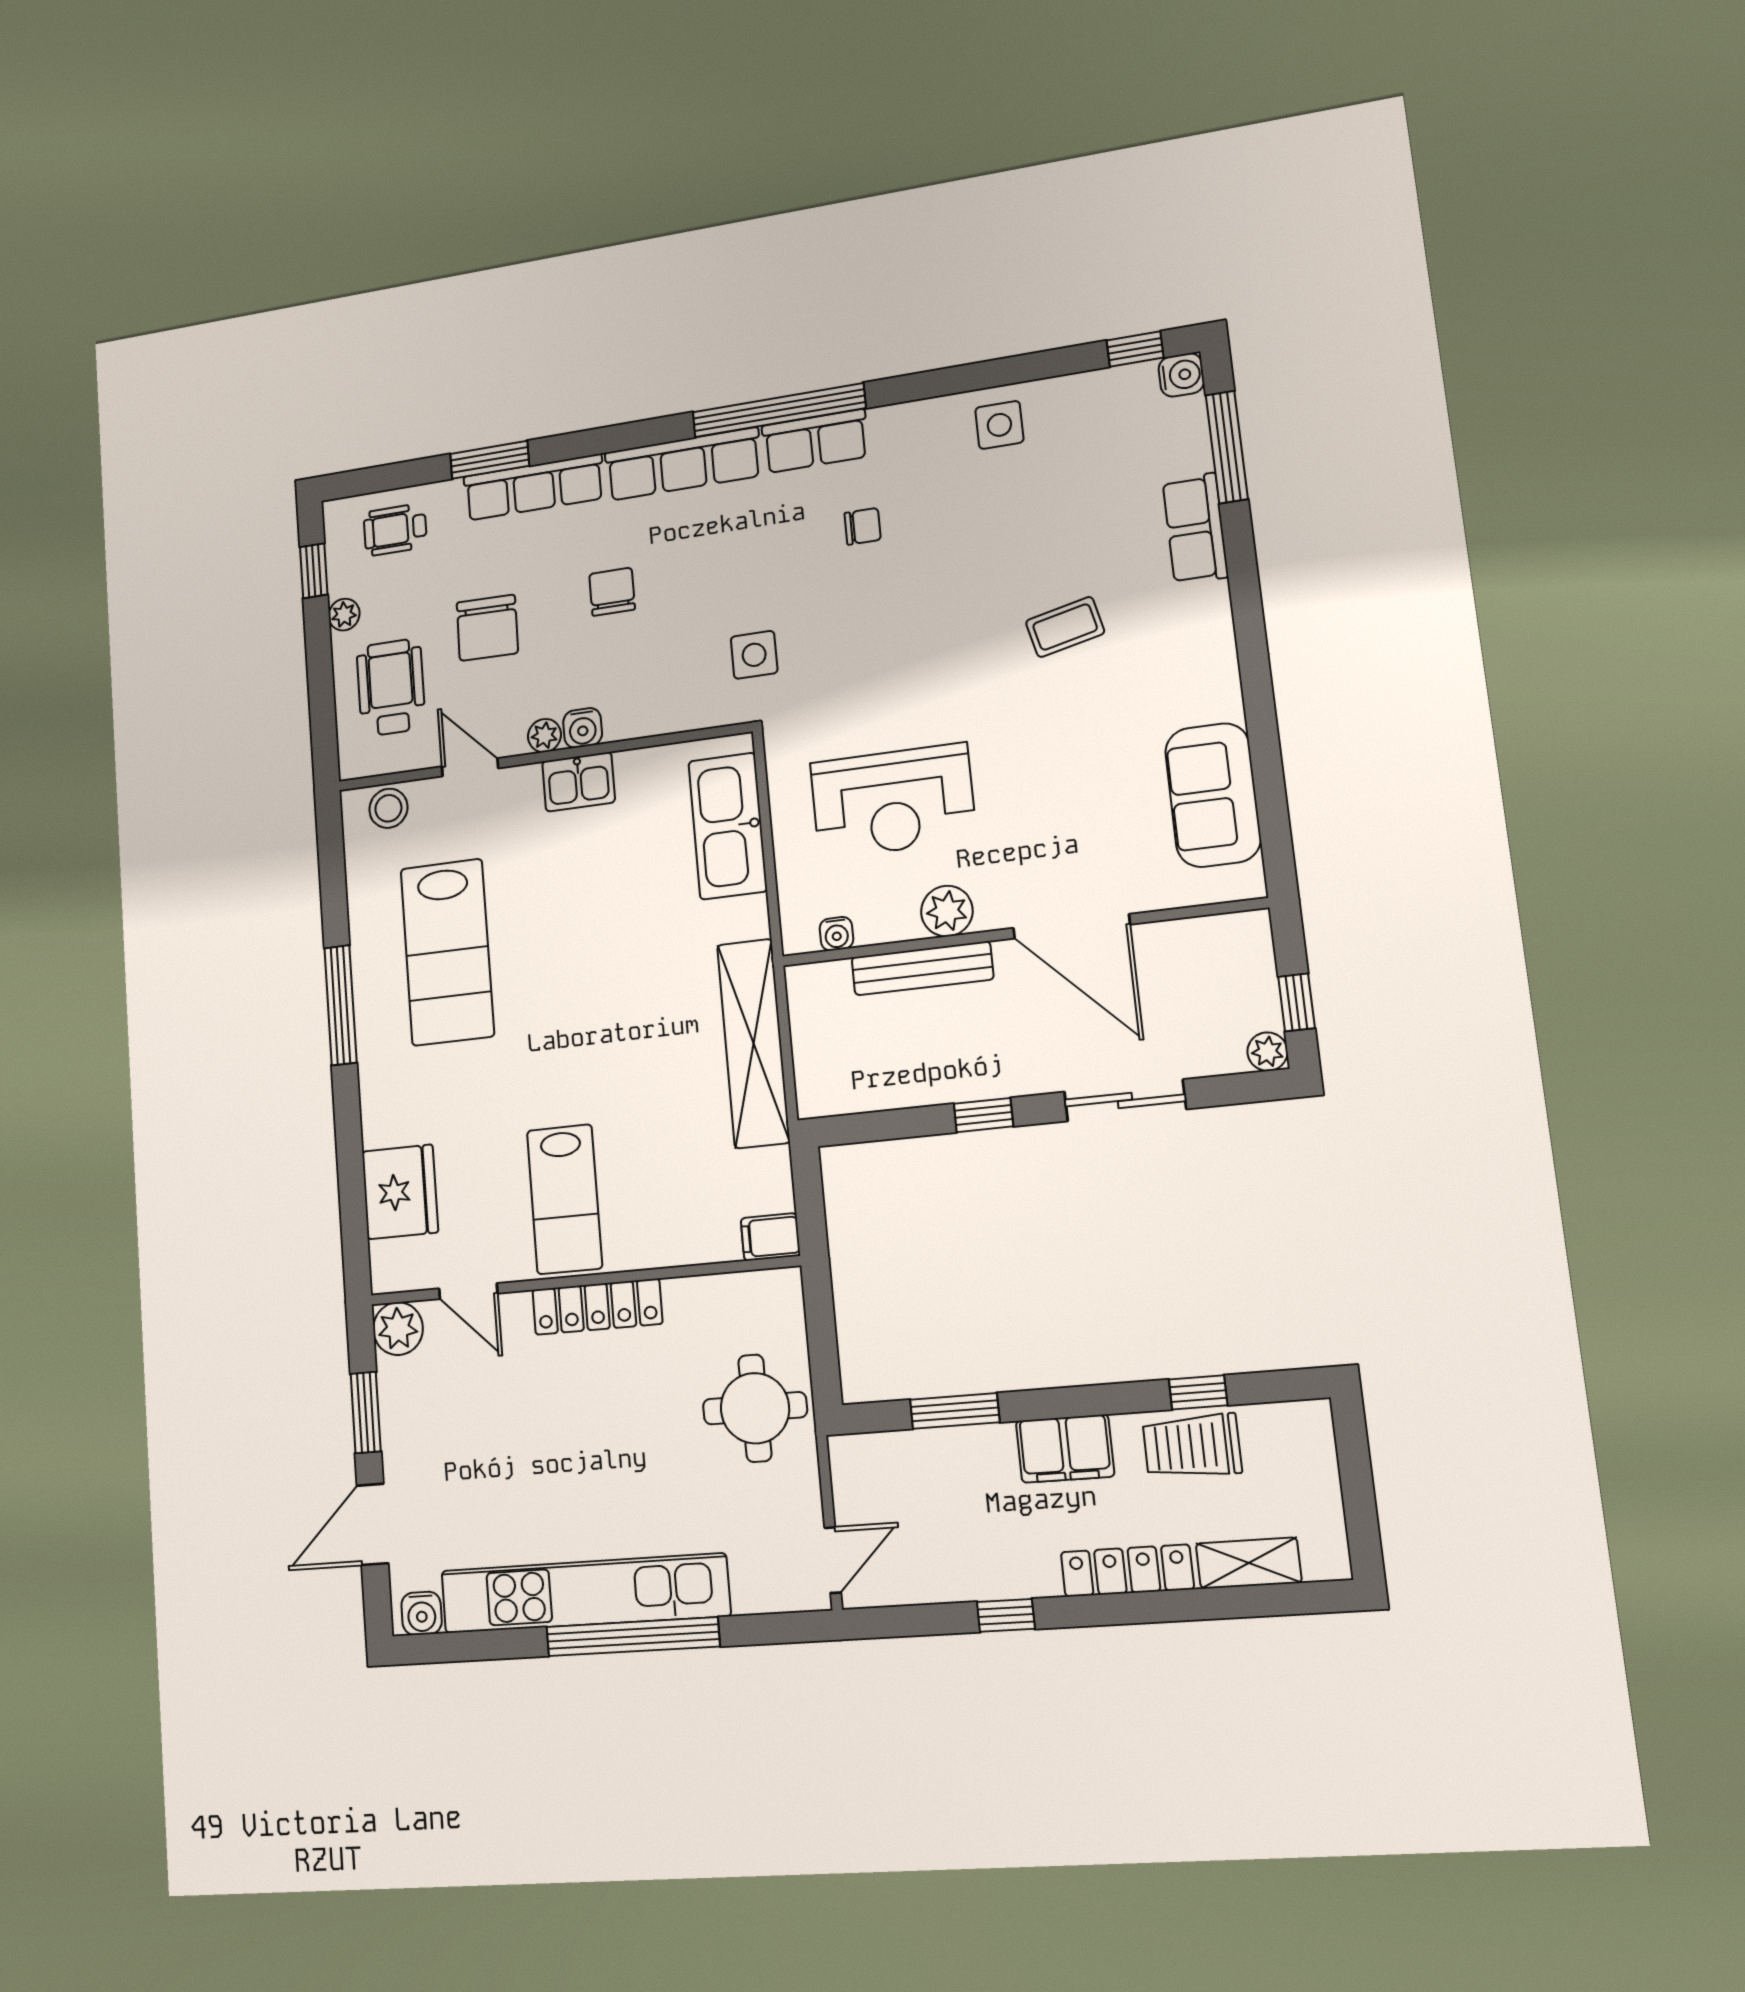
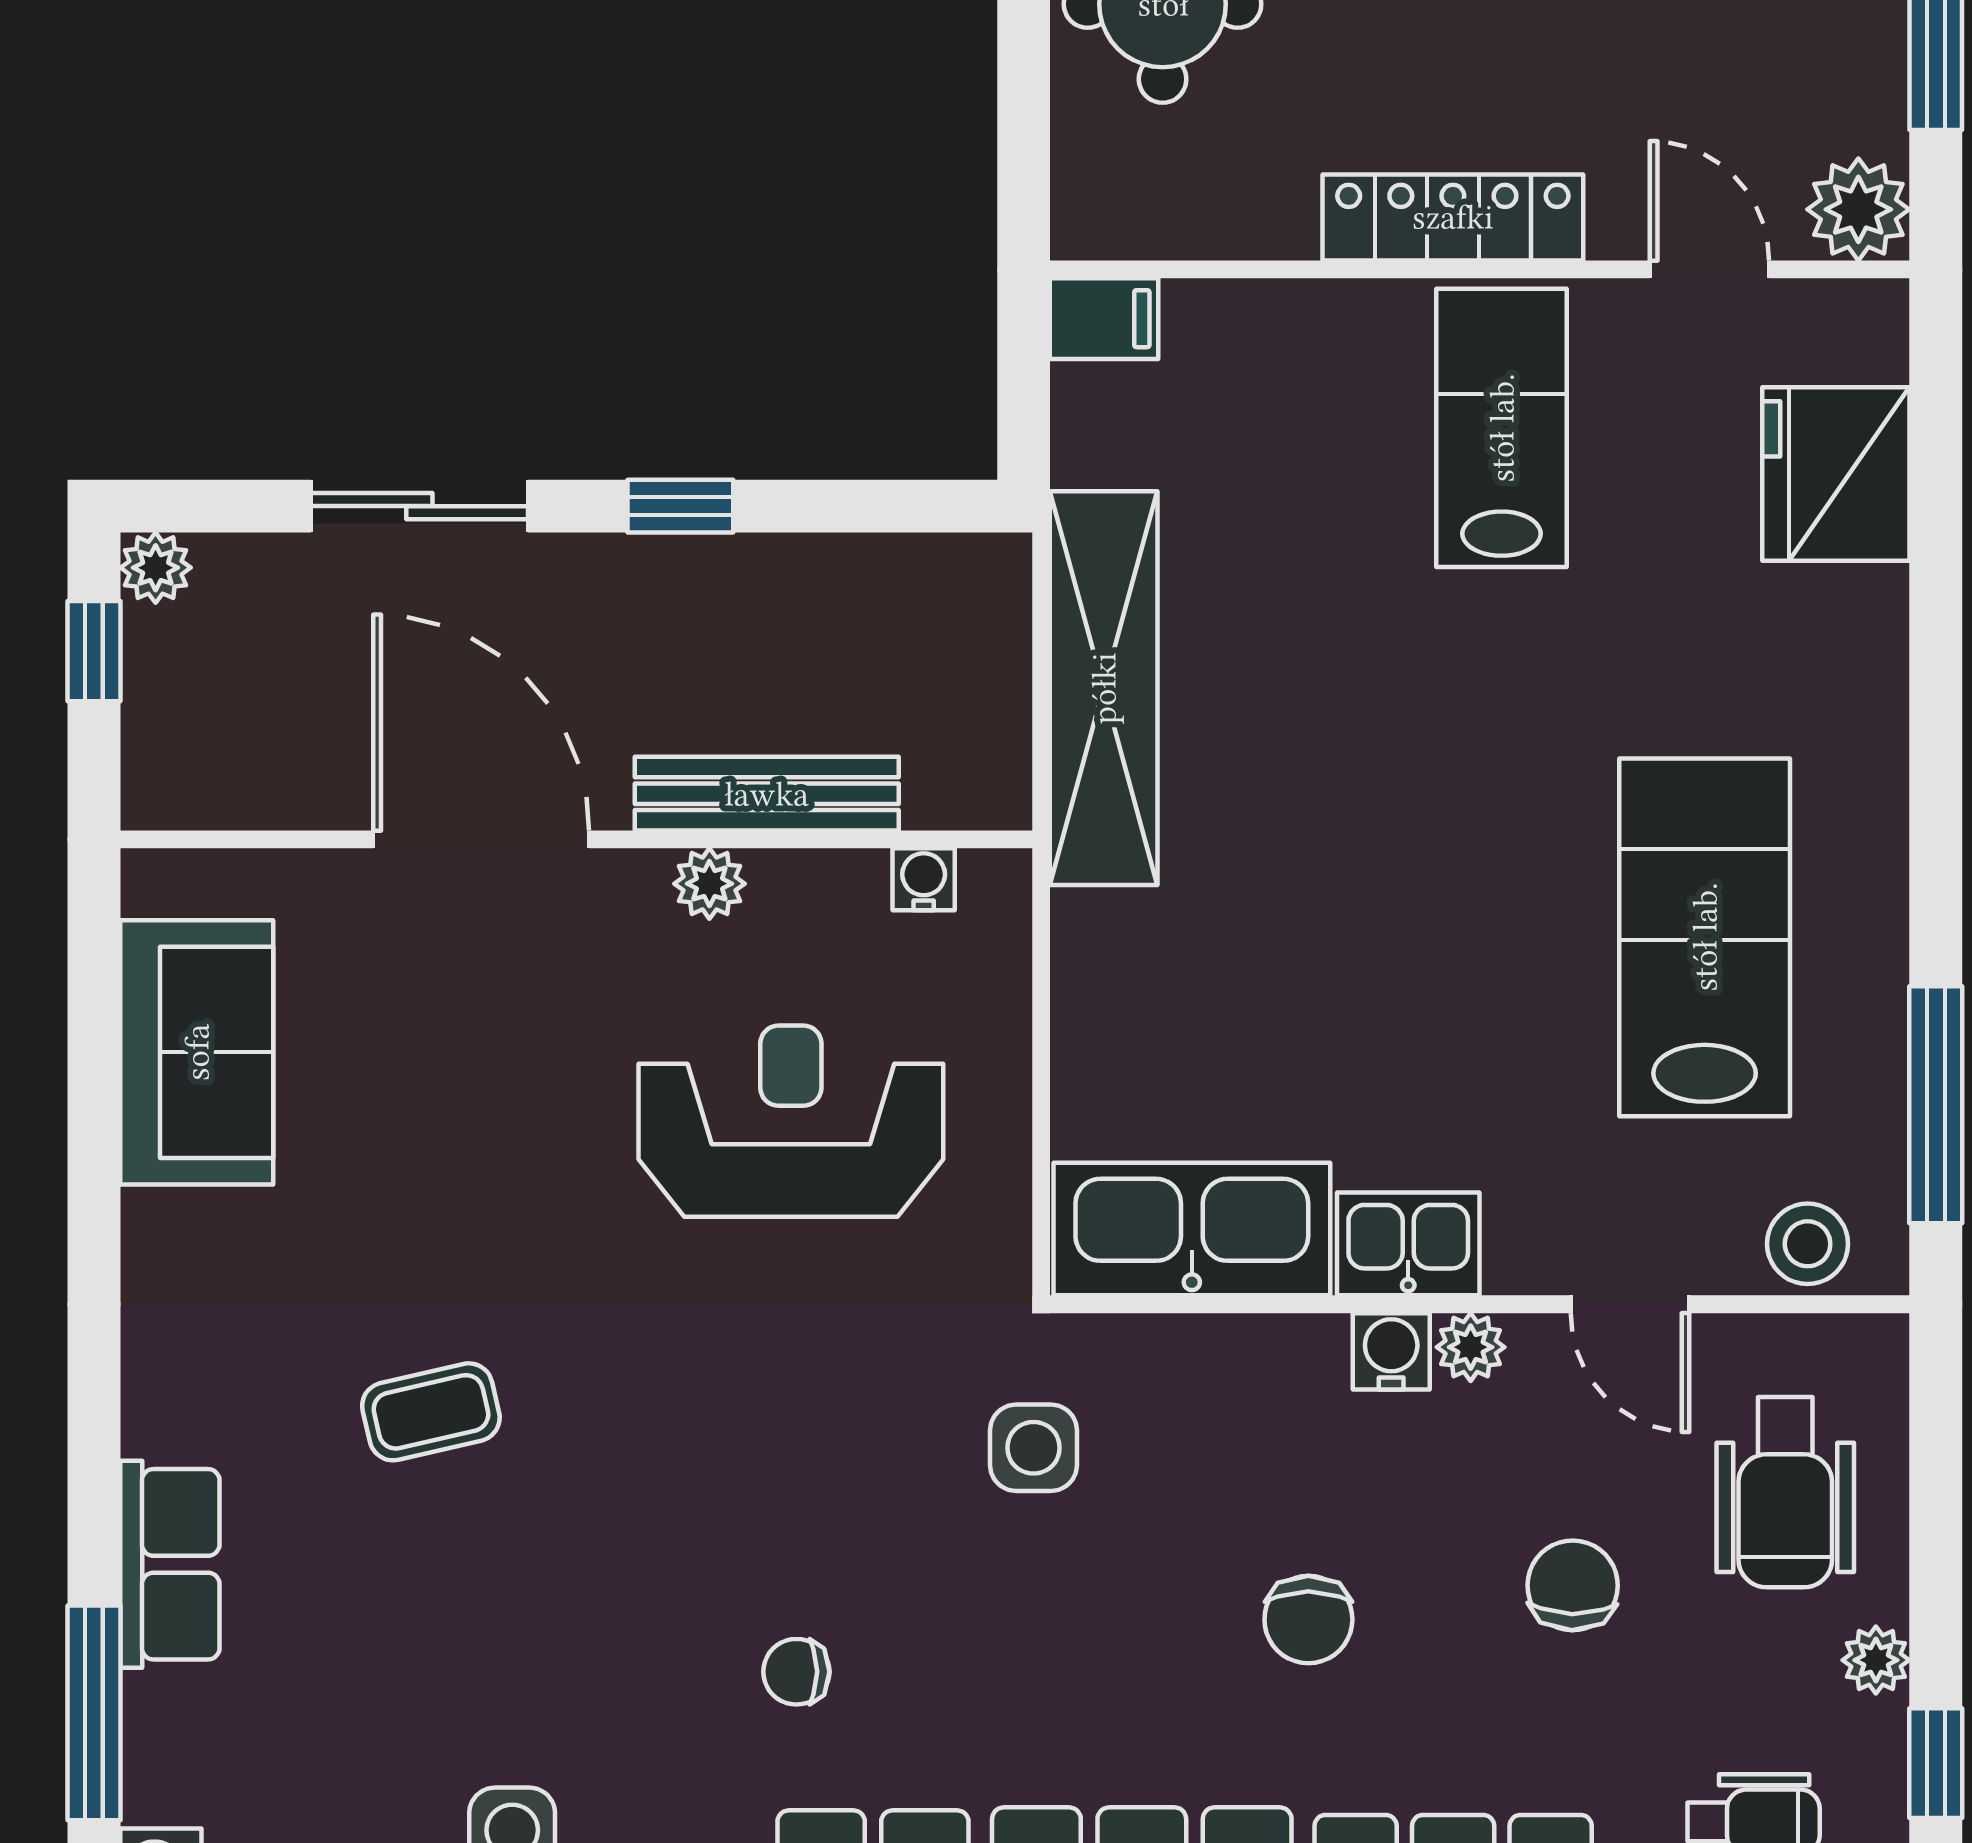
chair: (487, 628) -> (1573, 1585), width x0.73, depth x0.73
kitchen sink: (728, 826) -> (1192, 1229), moved, turned -90
plant: (947, 911) -> (709, 884), width x0.73, depth x0.73
window: (341, 1005) -> (1936, 1105), moved

